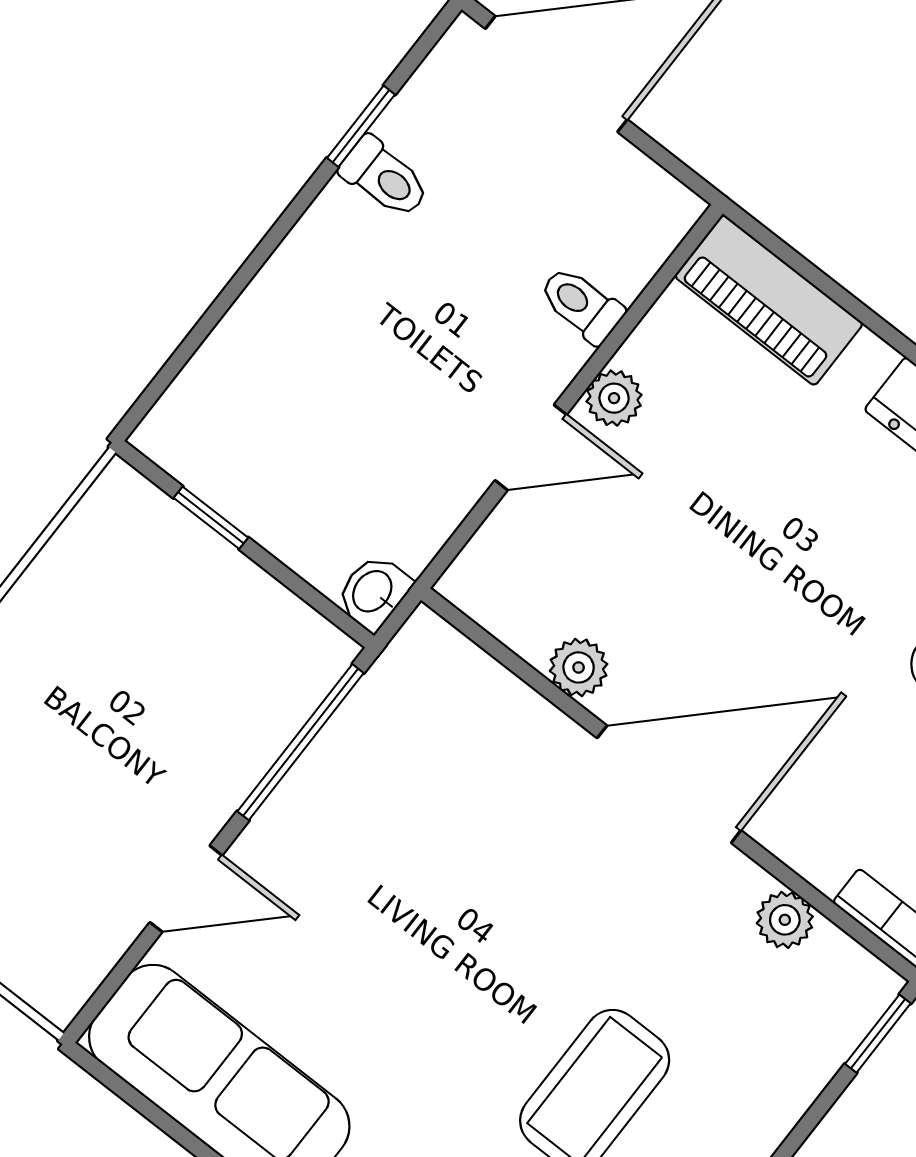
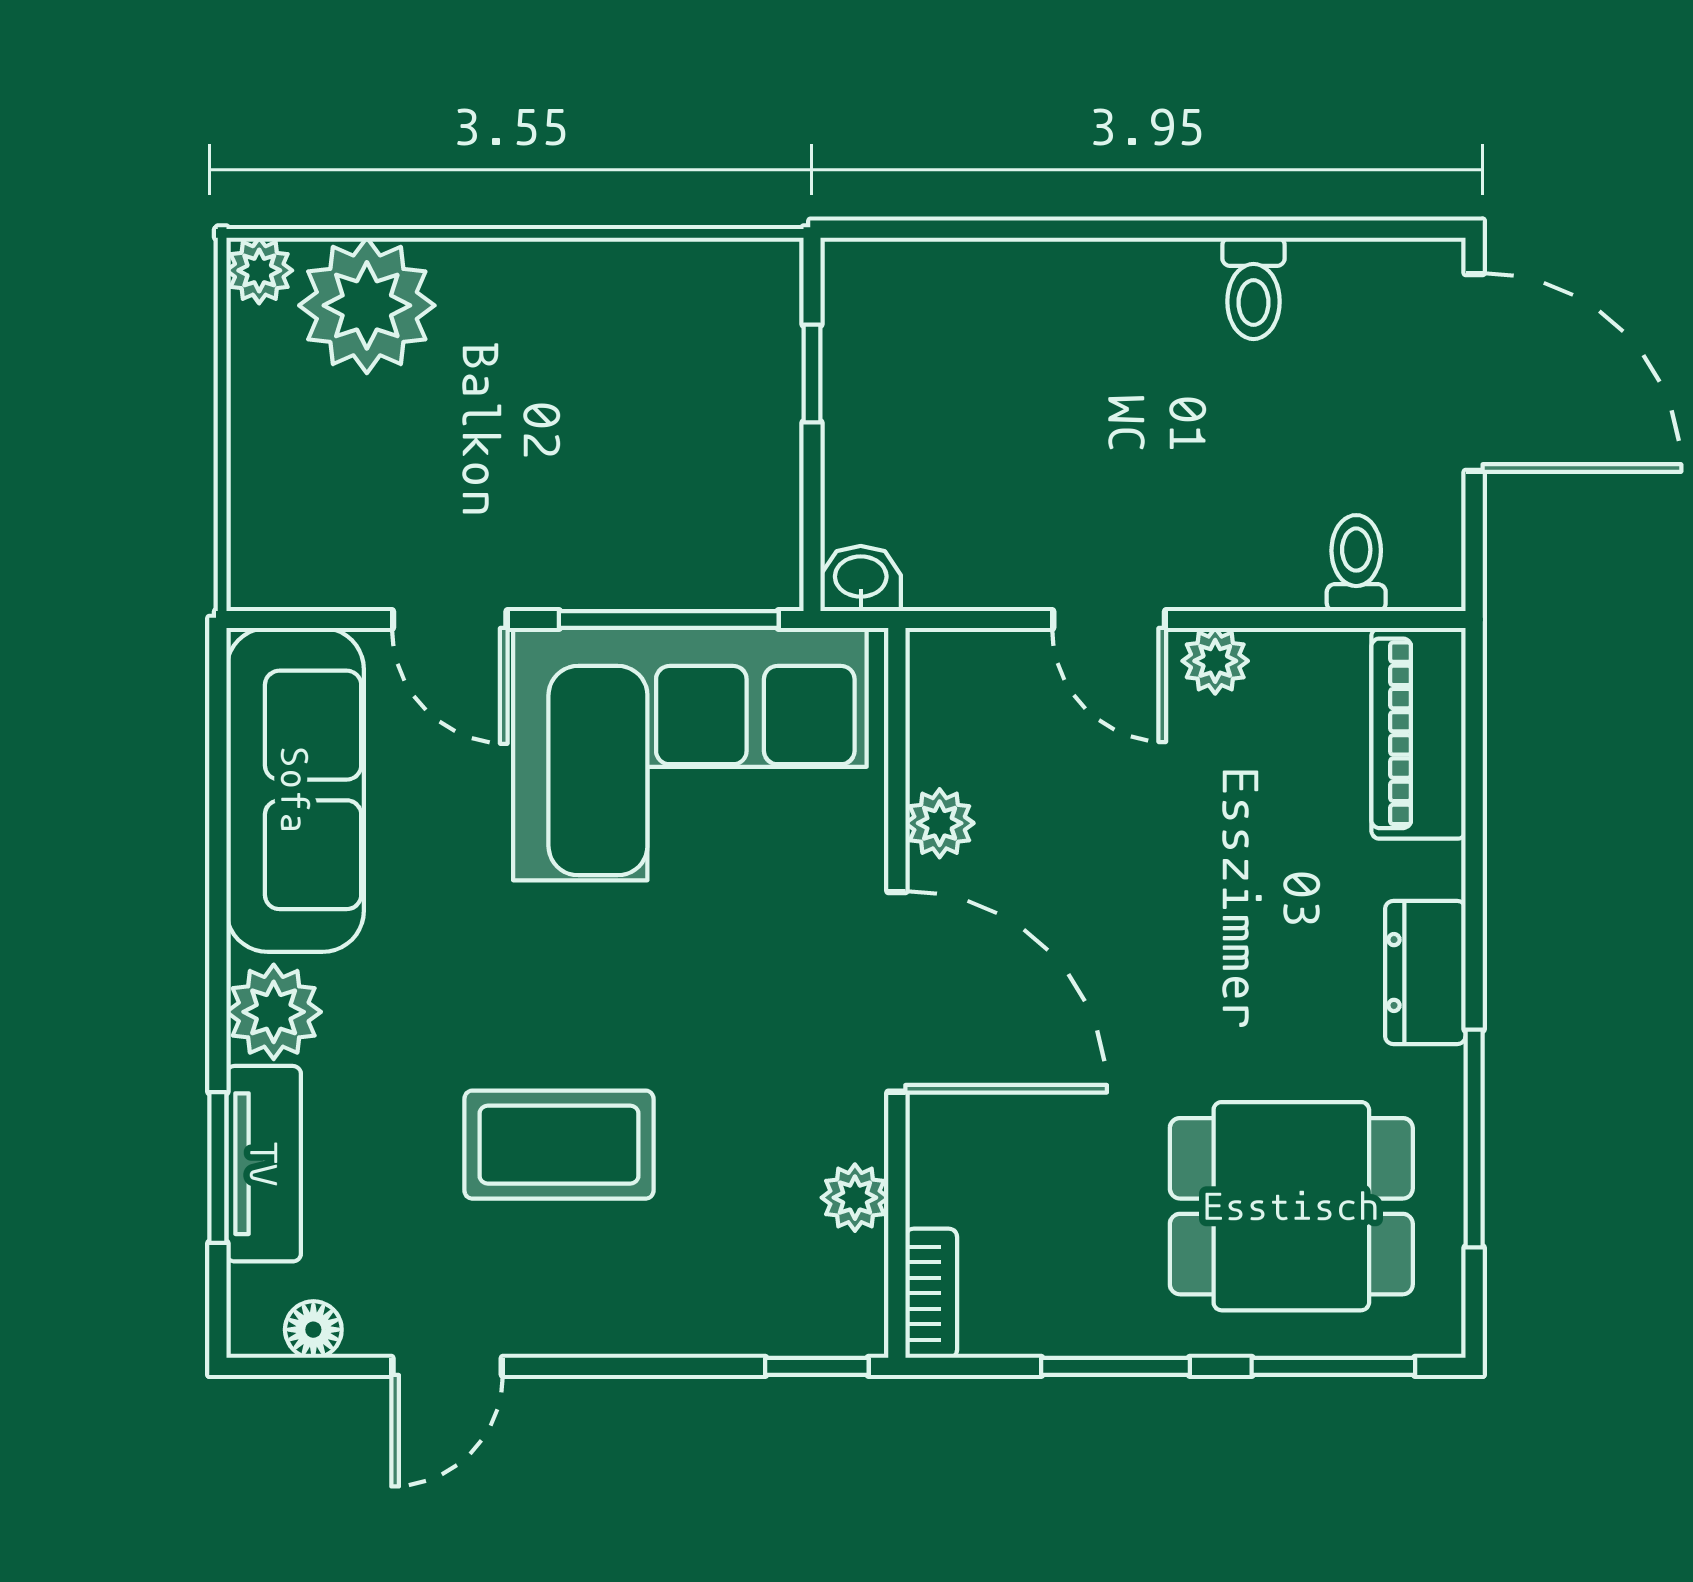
window: (361, 126) -> (1284, 229), removed
toilet: (582, 305) -> (1356, 563), moved
corner sofa: (402, 798) -> (690, 754), added

